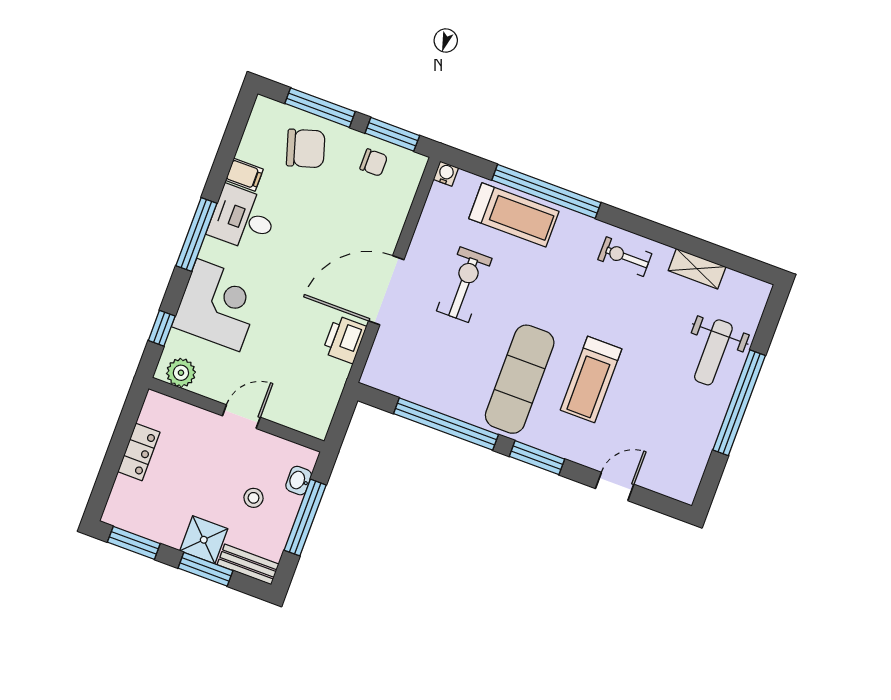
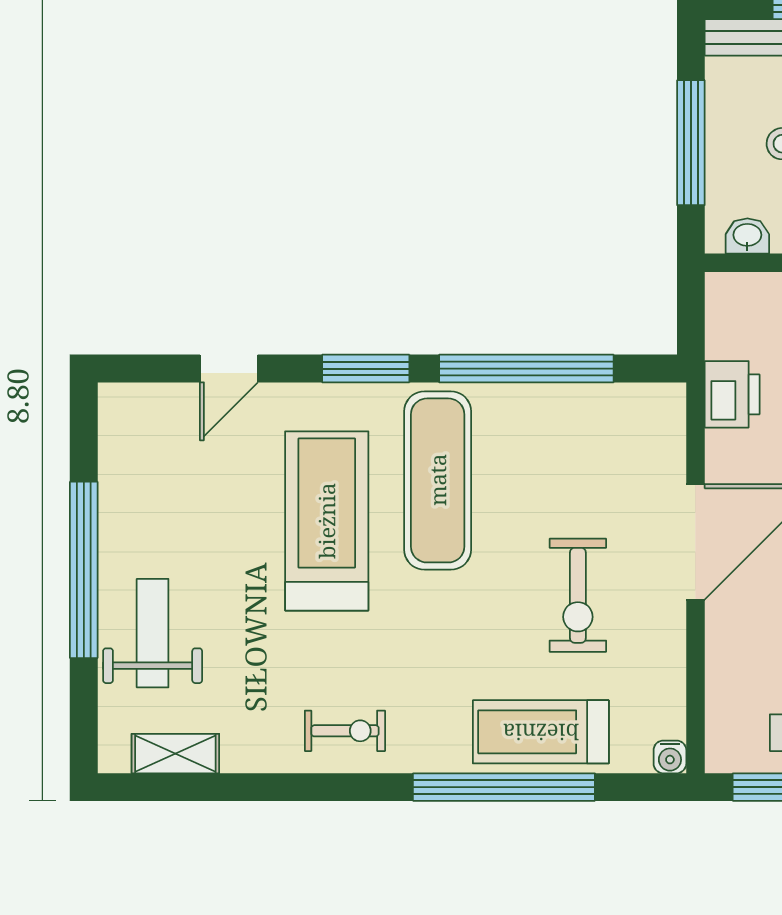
shelving: (697, 269) -> (175, 754), moved
printer: (344, 340) -> (732, 394), moved
treadmill: (591, 379) -> (327, 521), width x1.37, depth x1.38
washbasin: (299, 481) -> (747, 236), moved, turned -90

